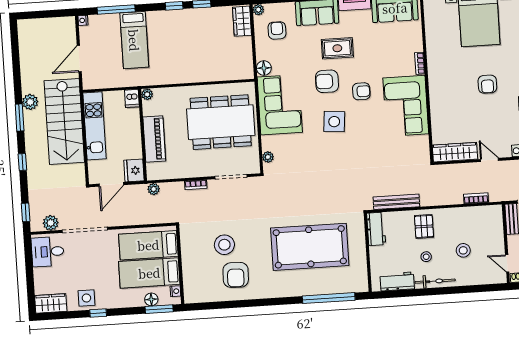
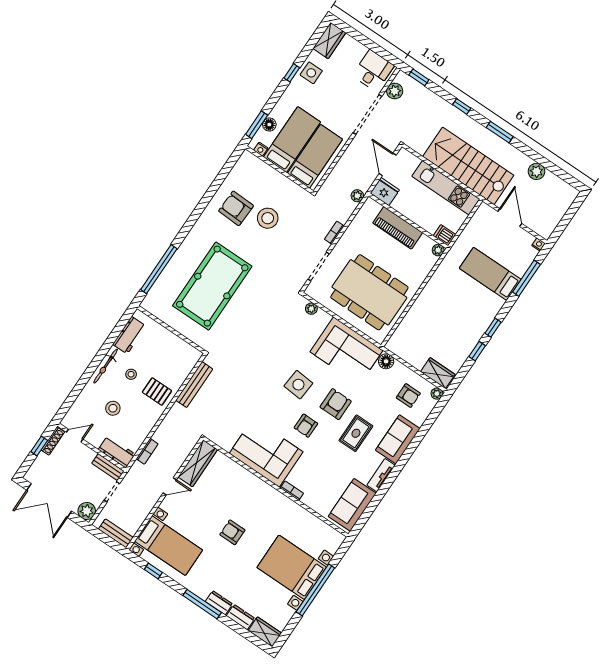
plant: (30, 102) -> (536, 171), moved
dining table: (221, 122) -> (369, 292), turned 90
workbench: (376, 229) -> (117, 452), moved, turned 180

